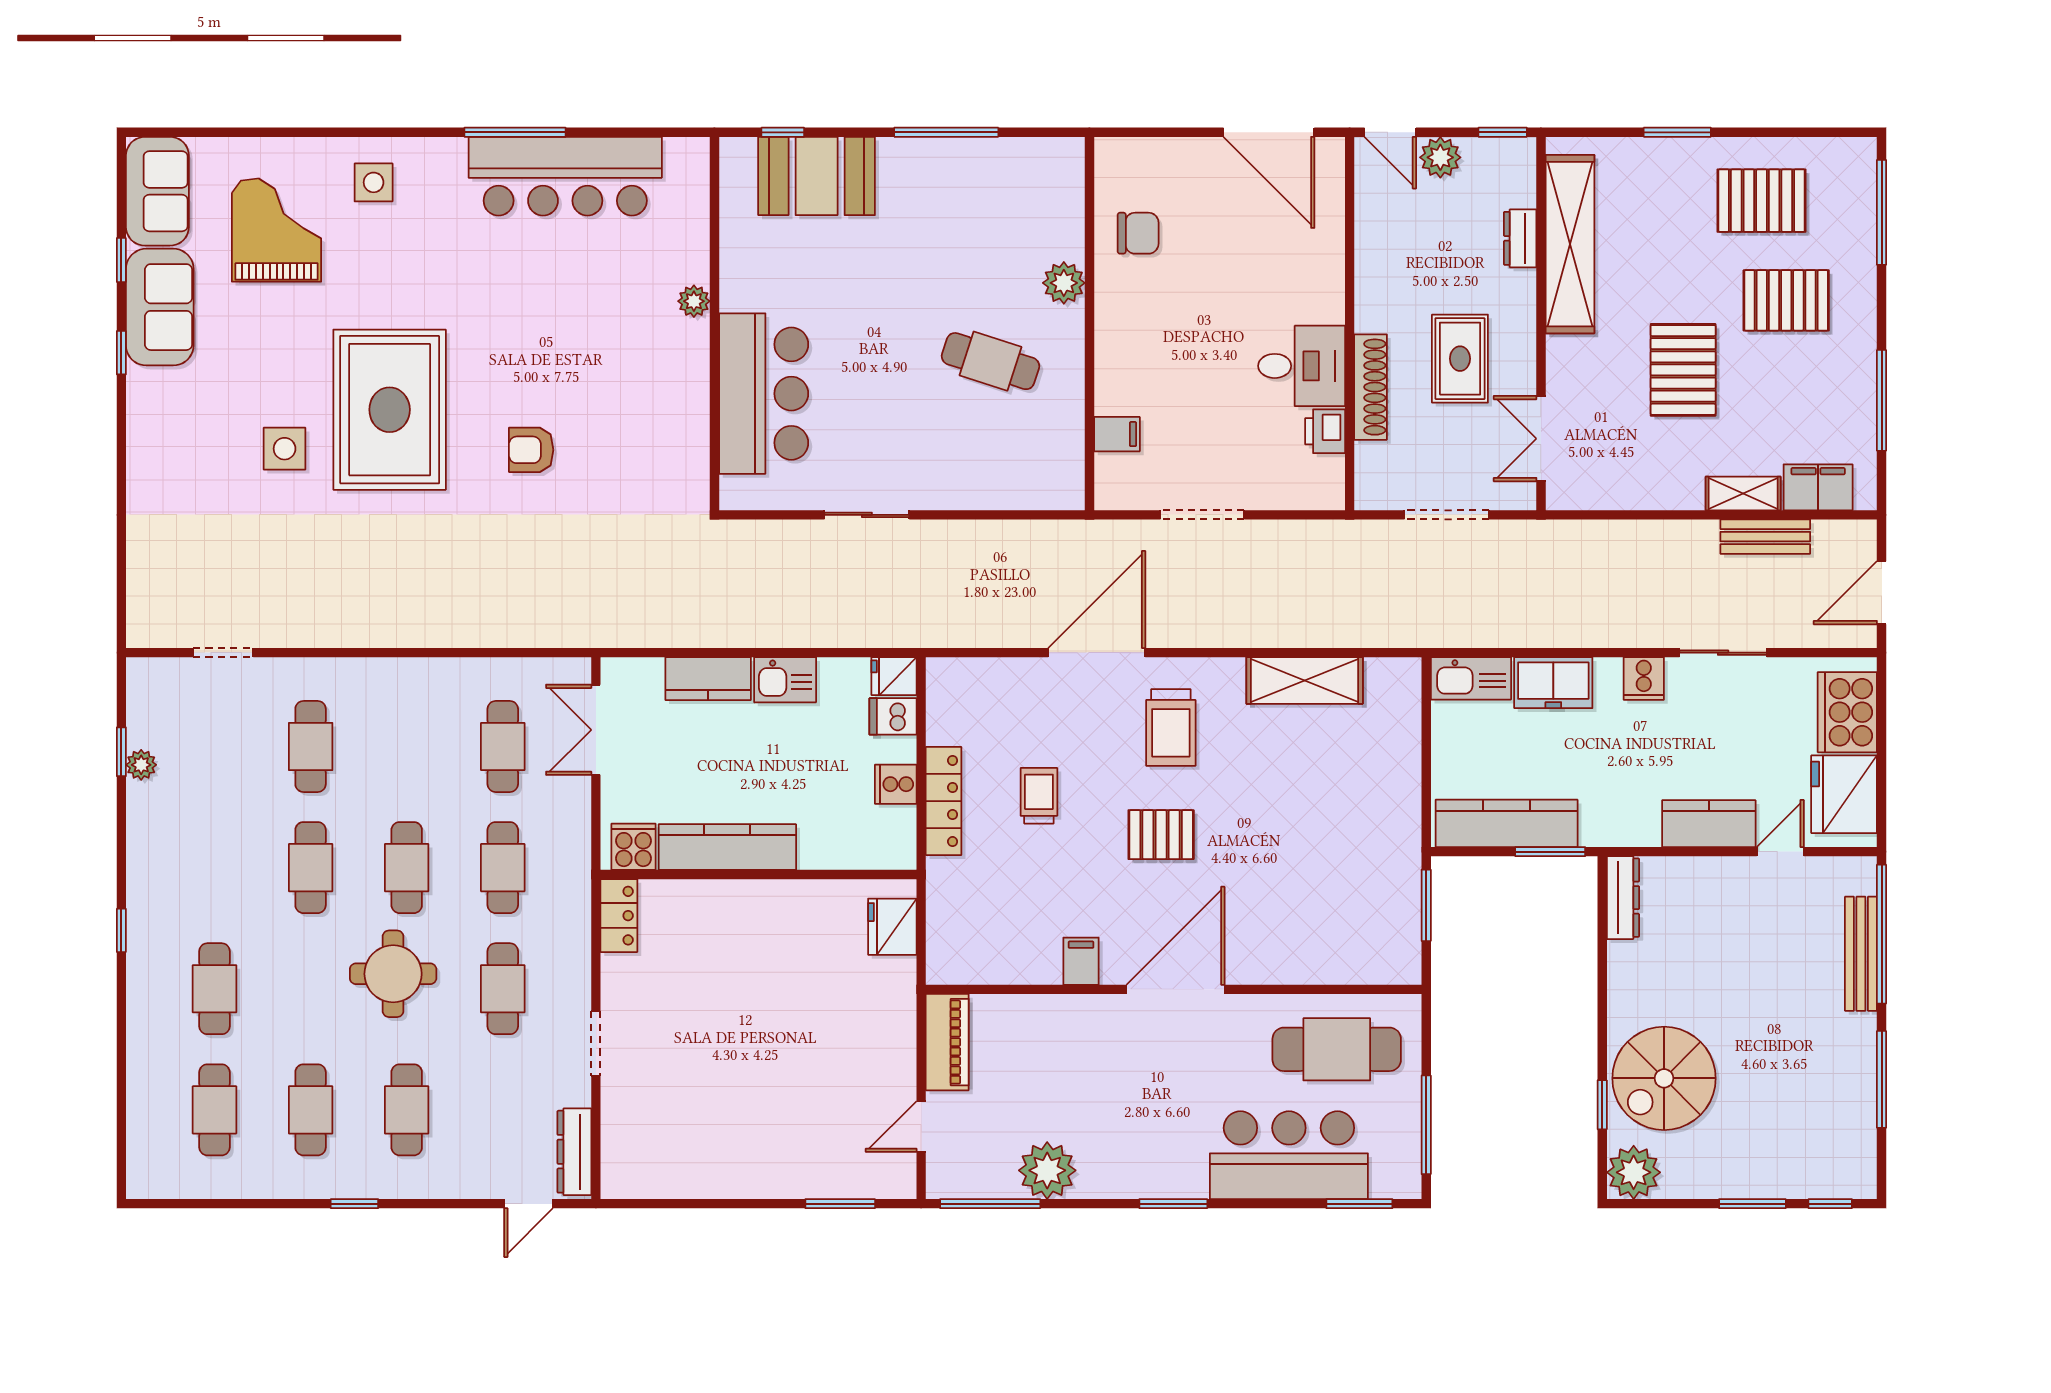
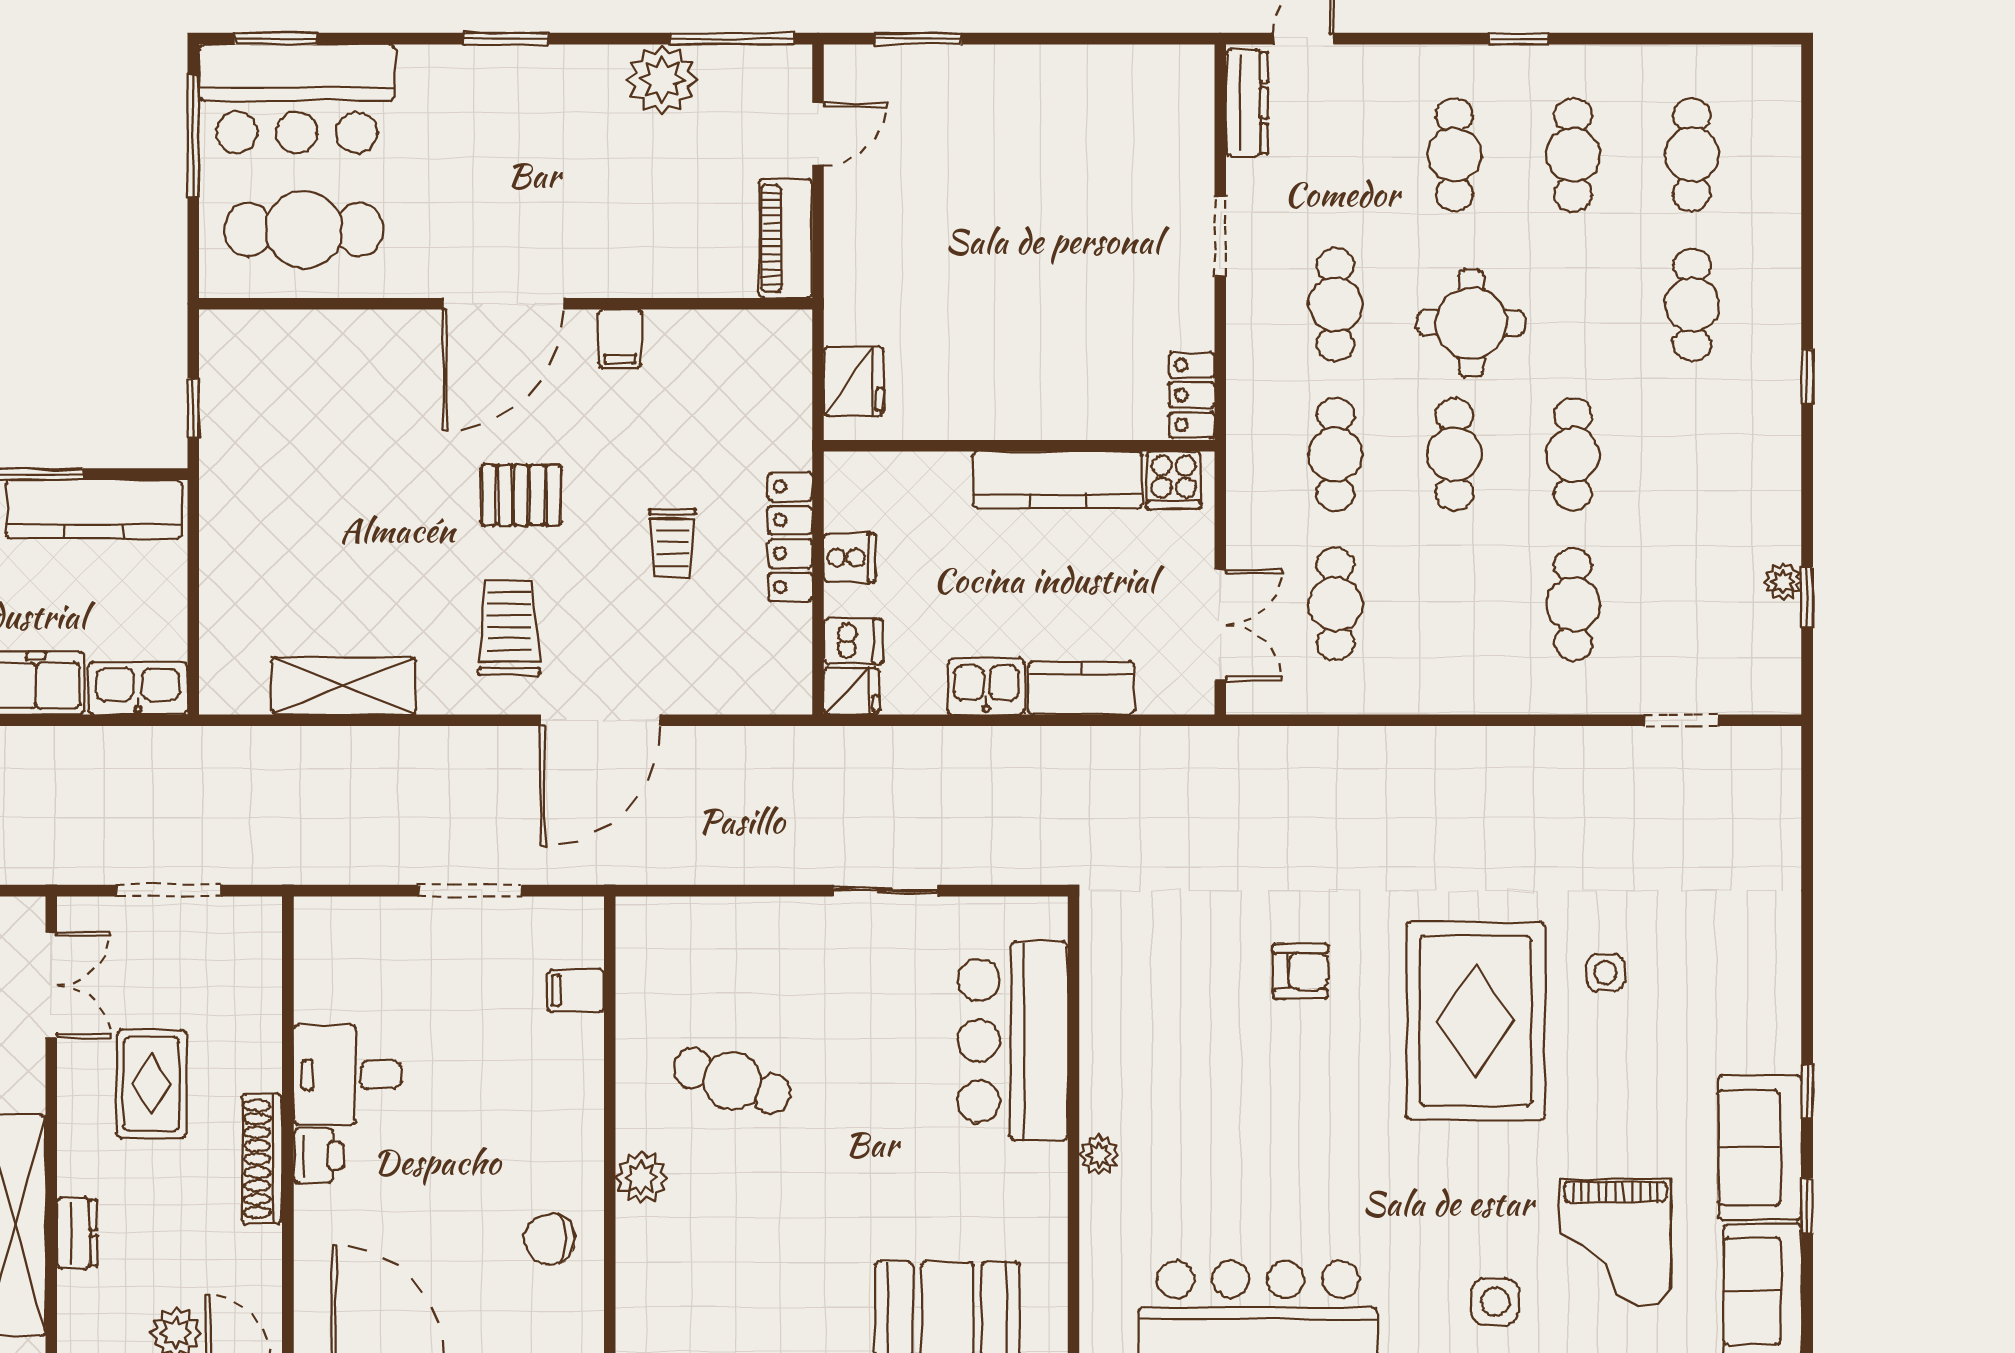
shoe rack: (1371, 387) -> (262, 1159), moved
printer: (1325, 431) -> (318, 1156), moved
side table: (285, 449) -> (1605, 973), width x0.73, depth x0.73
window: (1426, 905) -> (193, 408), width x0.67
bar counter: (1289, 1155) -> (297, 99), moved

